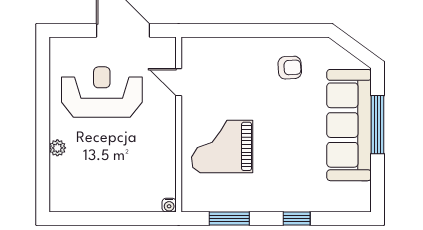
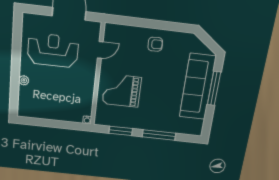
armchair: (290, 68) -> (155, 44), moved
door: (179, 82) -> (100, 50), swing flipped
window: (297, 218) -> (159, 135), width x2.17

